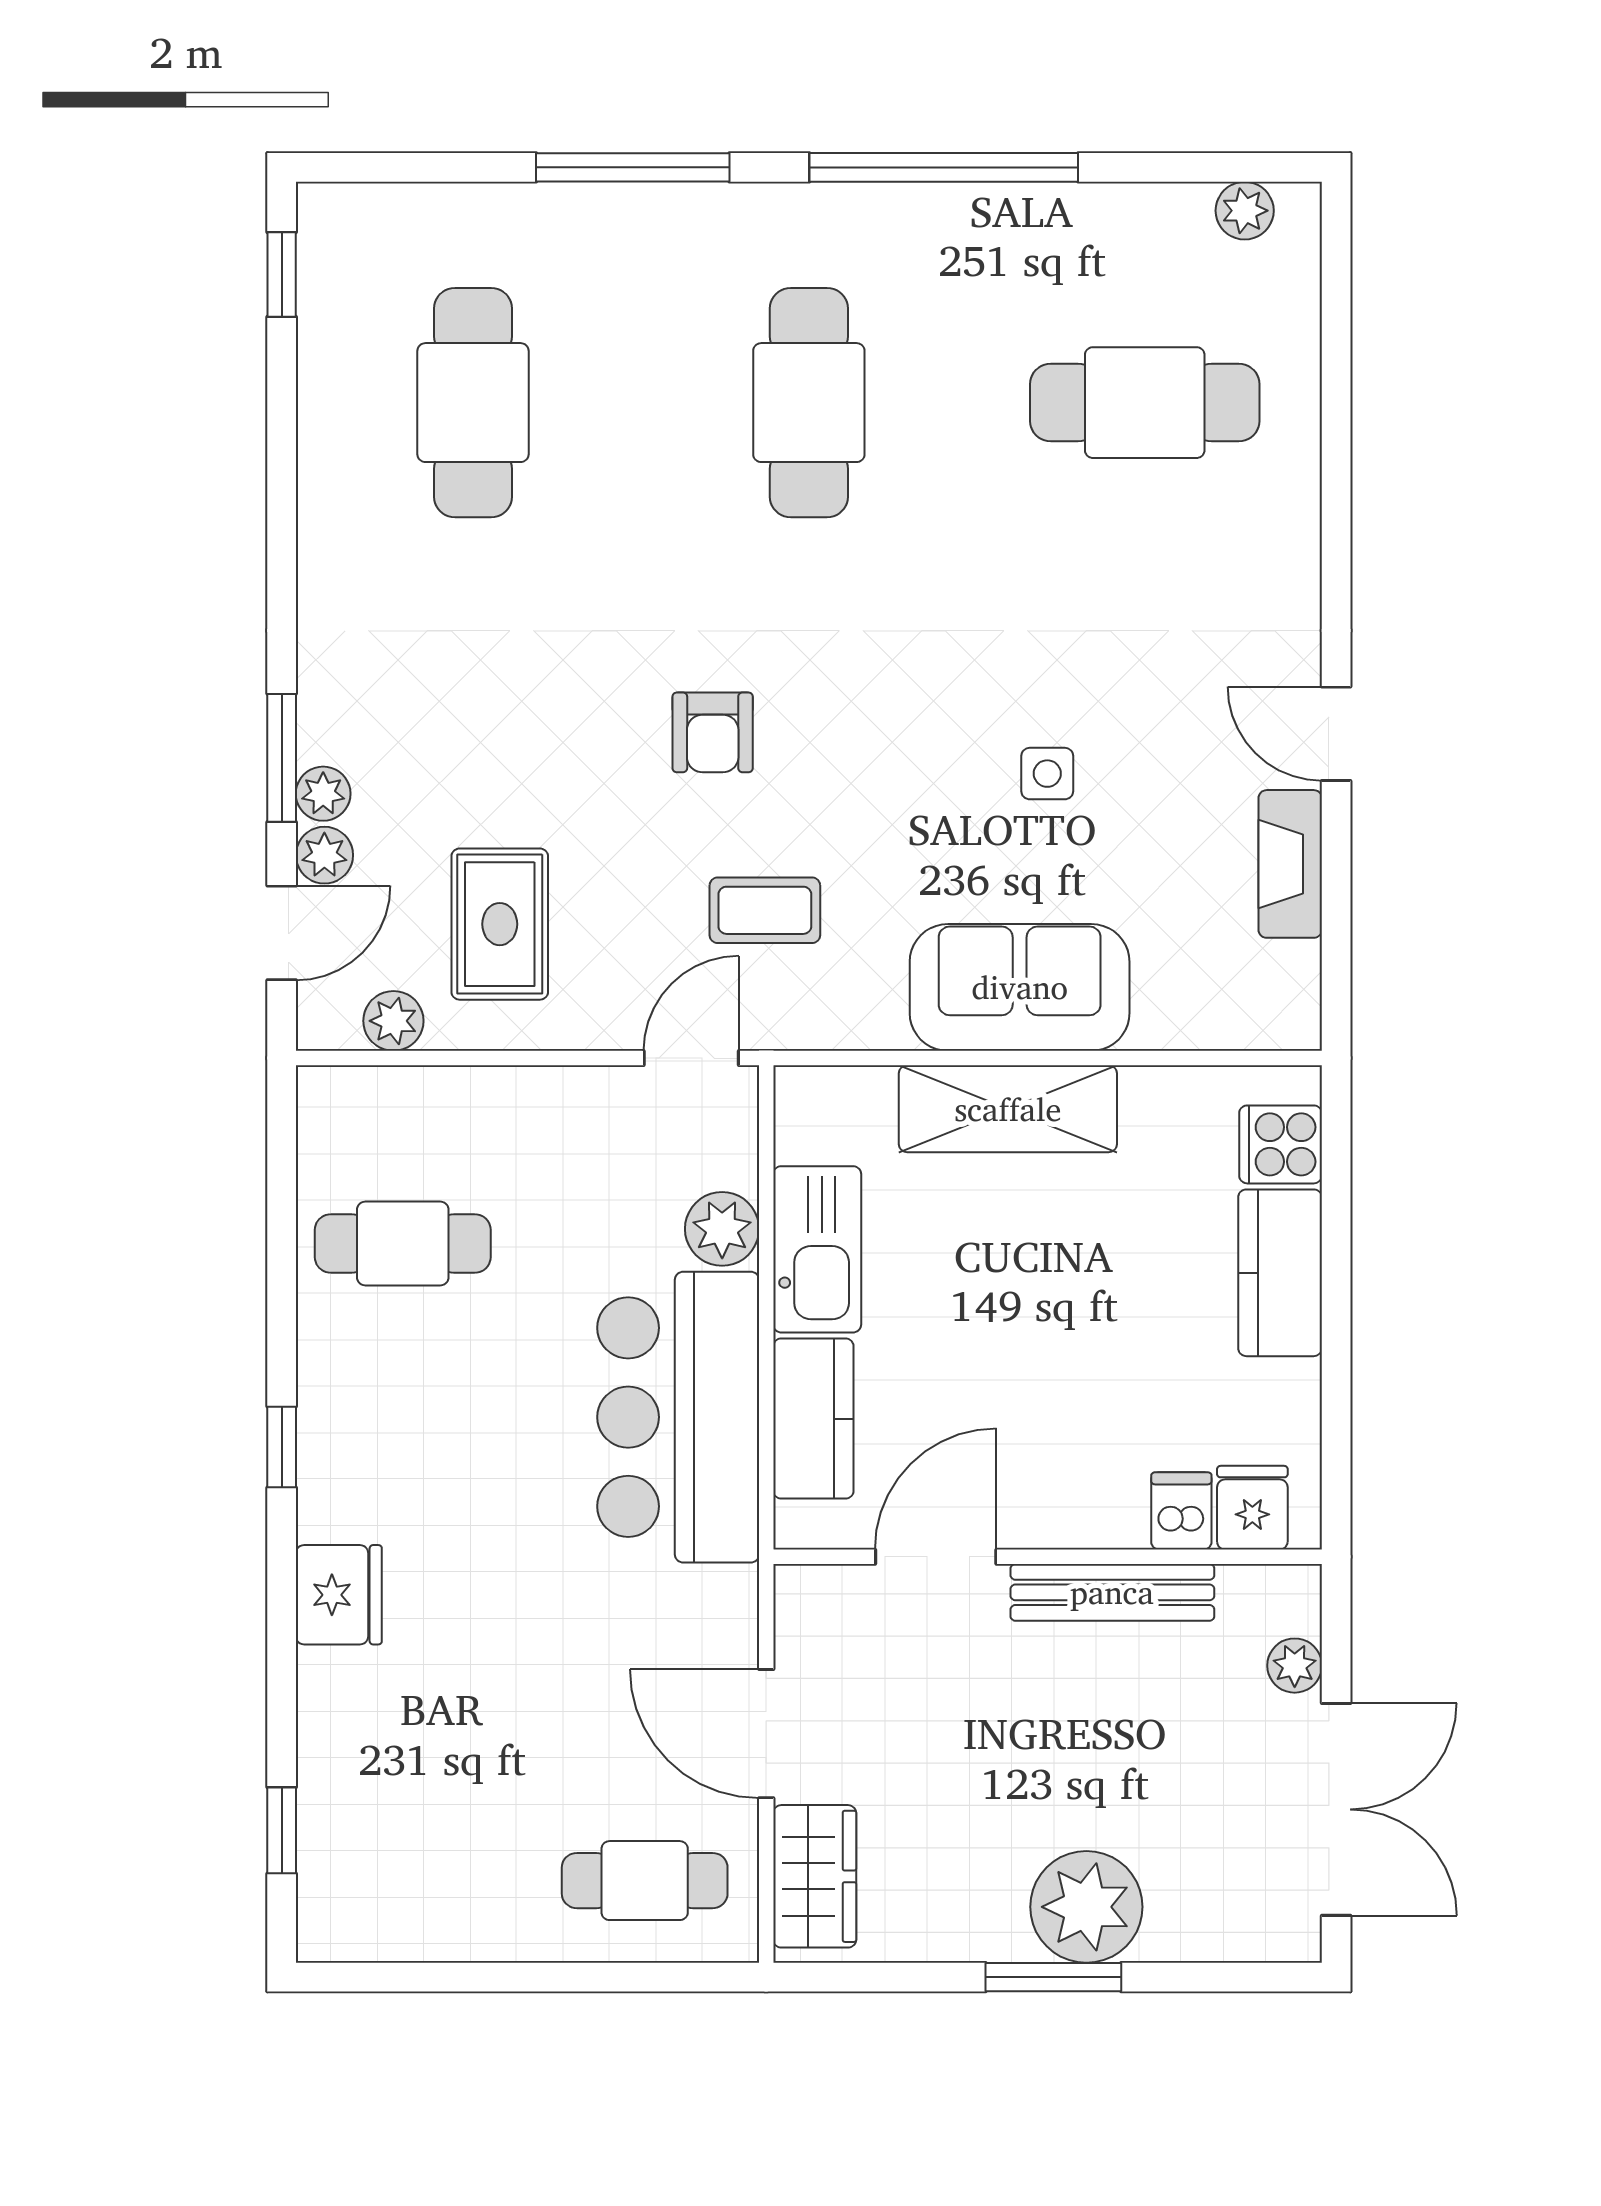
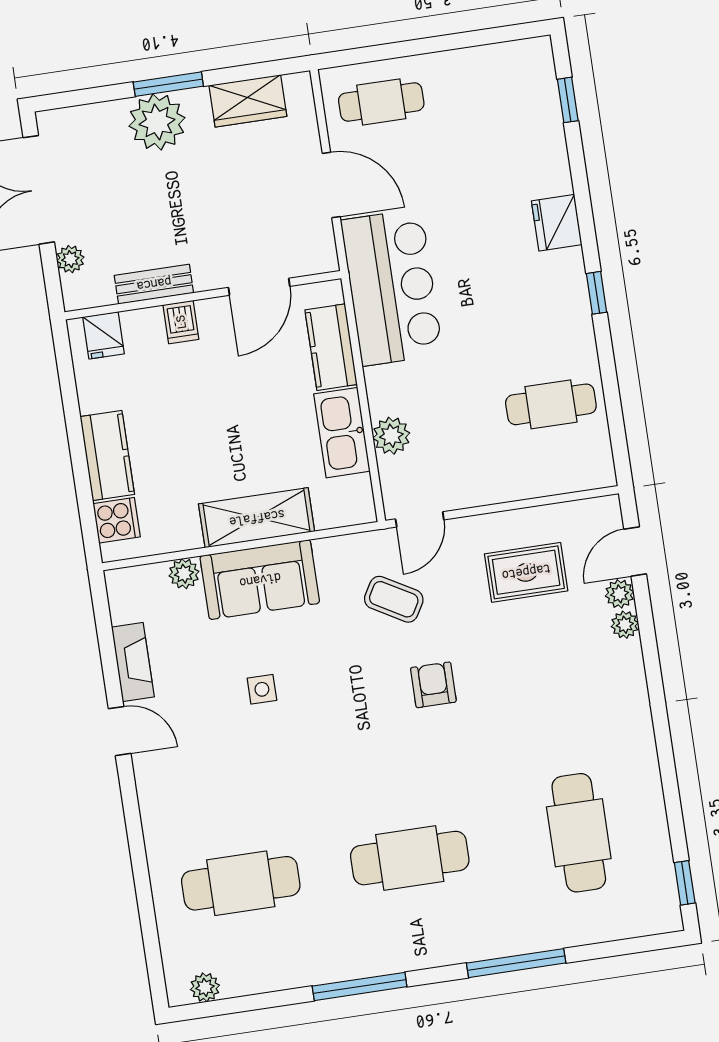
window: (944, 167) -> (360, 986), width x0.68
cafe table: (809, 403) -> (410, 858), turned 90
window: (282, 758) -> (648, 640), removed
coffee table: (765, 910) -> (394, 599), turned 30
rug: (500, 924) -> (526, 572), turned 90
plant: (393, 1021) -> (184, 574), moved
bar counter: (678, 1417) -> (392, 287), moved
dishwasher: (1181, 1511) -> (181, 322), moved
bench: (1112, 1592) -> (154, 284), width x0.73
wardrobe: (815, 1876) -> (248, 101), moved, turned -90

